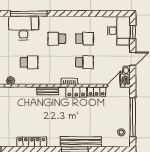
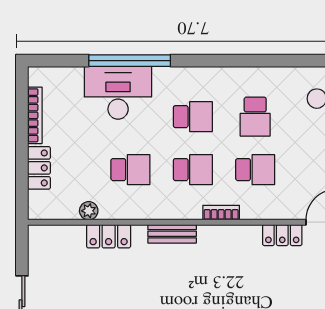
school desk: (57, 39) -> (193, 117), turned 180
school desk: (85, 39) -> (255, 117), turned 90
school desk: (57, 62) -> (193, 170), added
locker: (76, 92) -> (109, 236), moved

